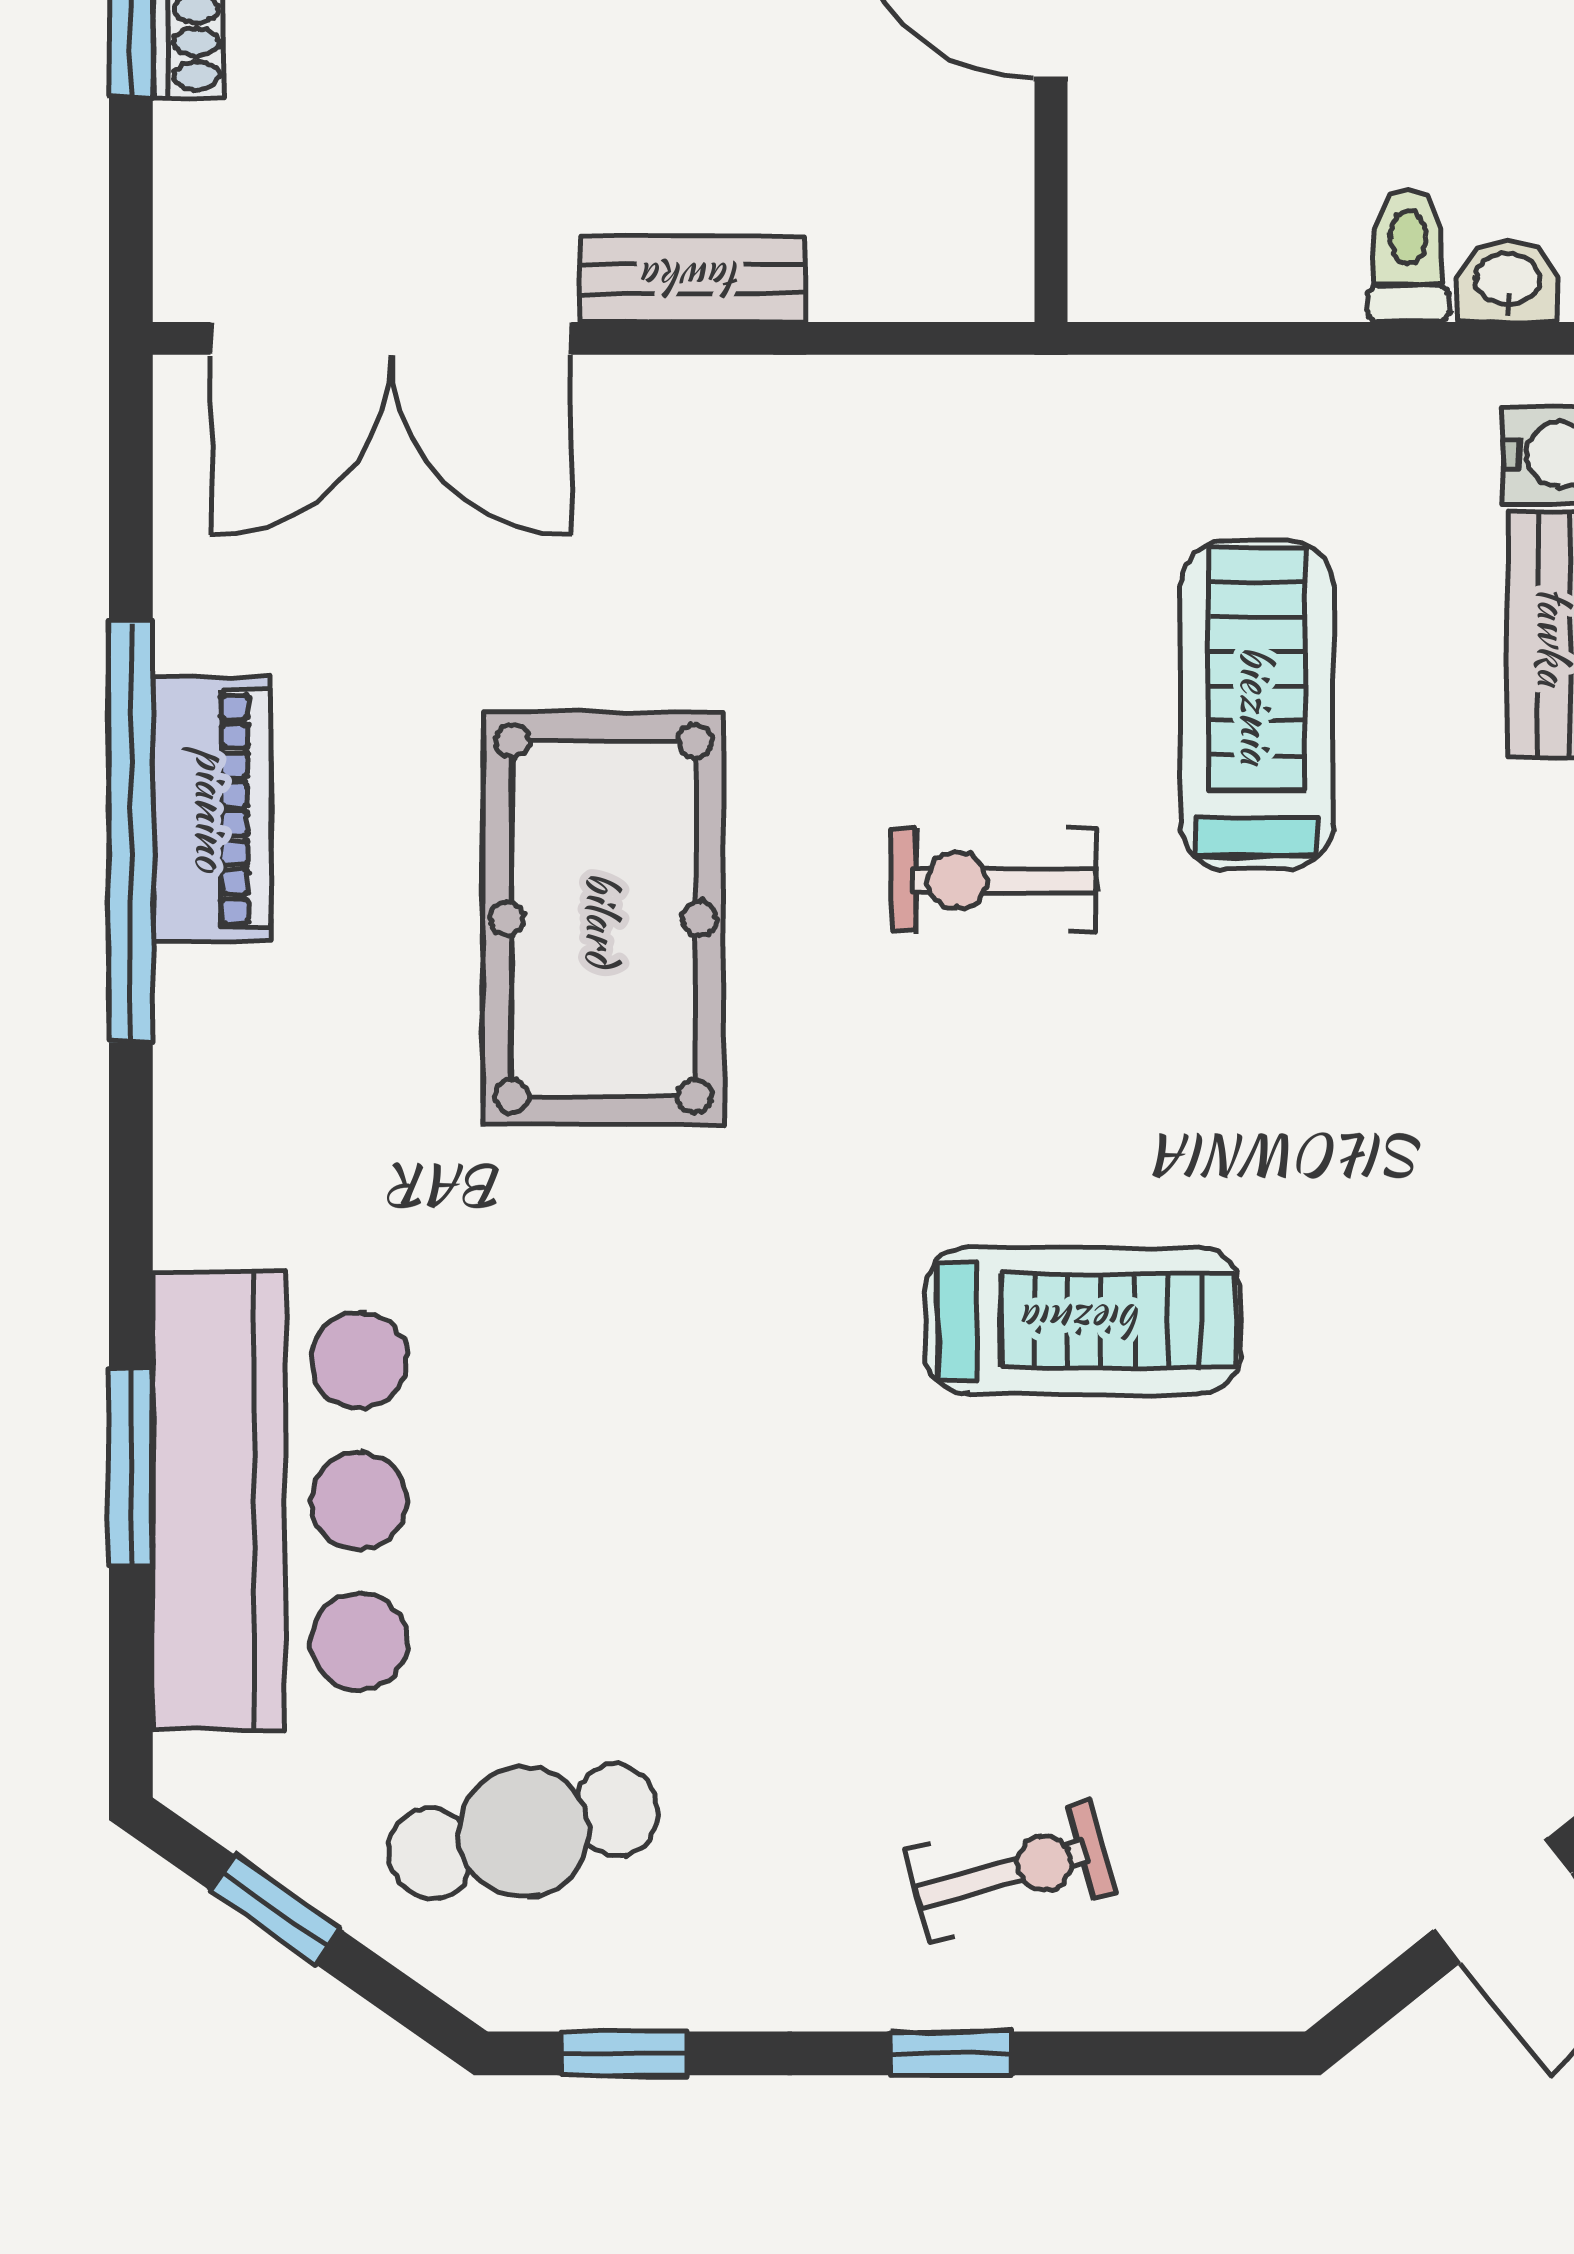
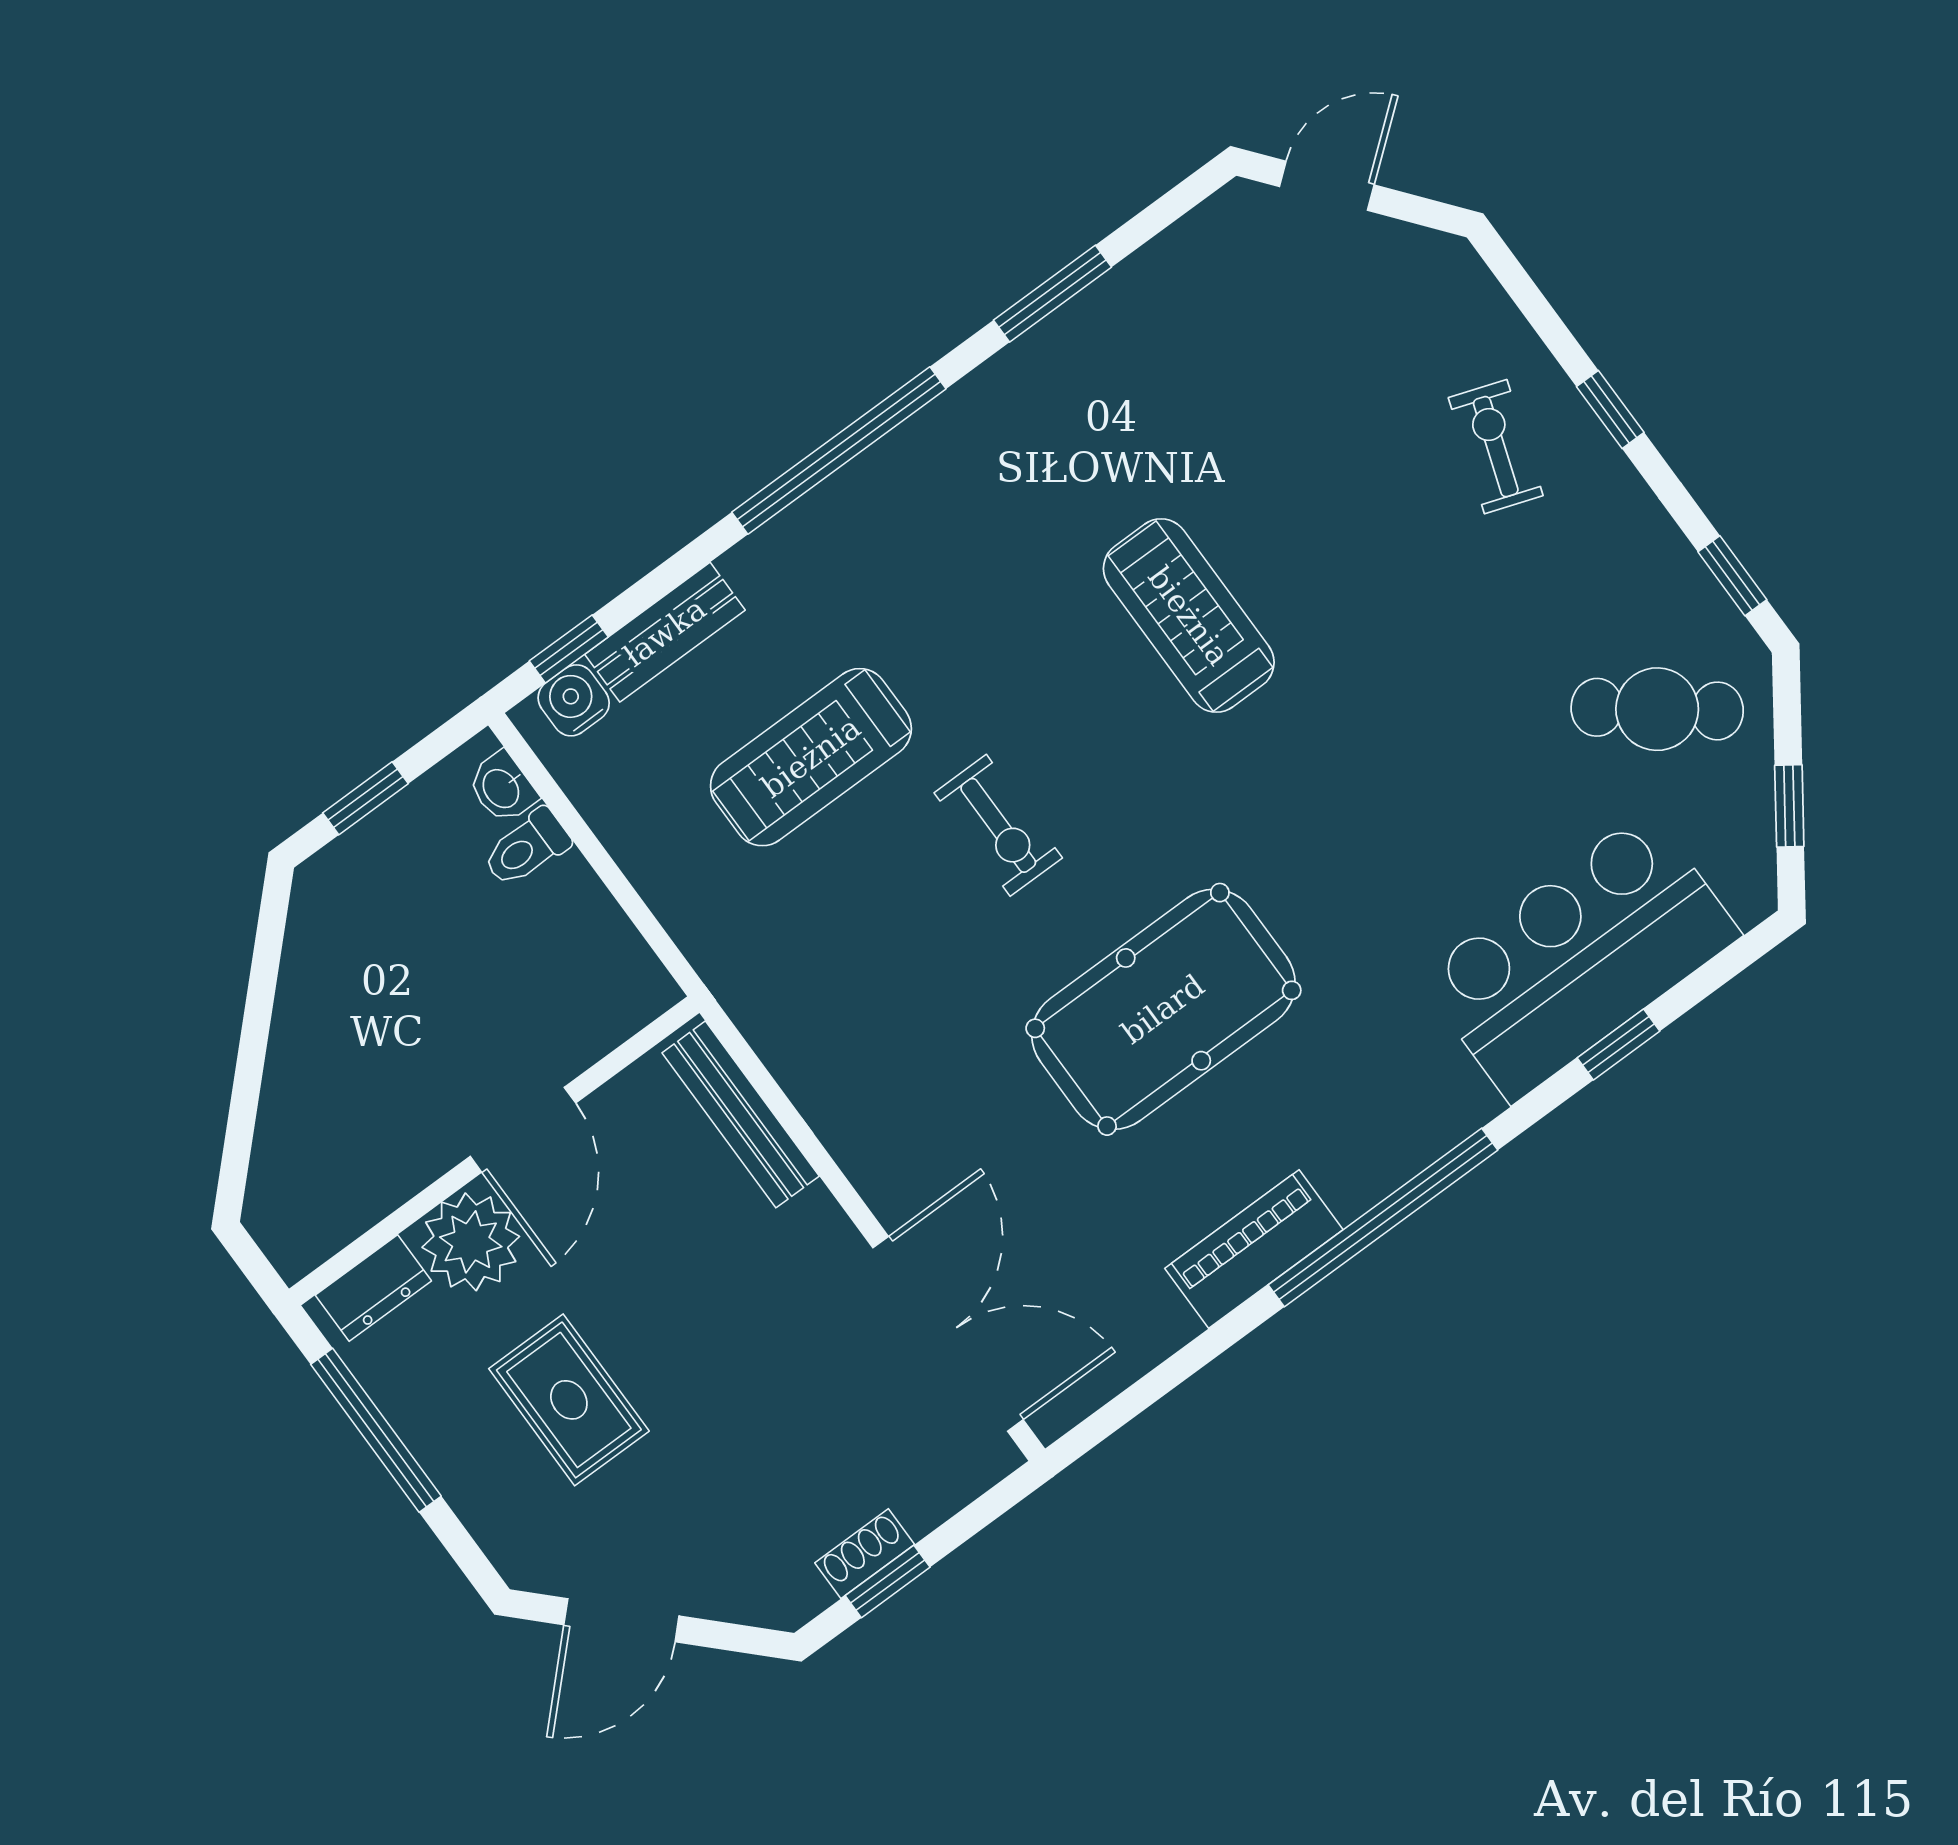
bench: (693, 279) -> (741, 1114), moved, width x1.36
window: (131, 832) -> (1383, 1218), moved
window: (131, 1467) -> (1619, 1045), width x0.67
cafe table: (523, 1832) -> (1657, 709), turned -39
exercise bike: (1011, 1872) -> (1496, 447), turned 34

